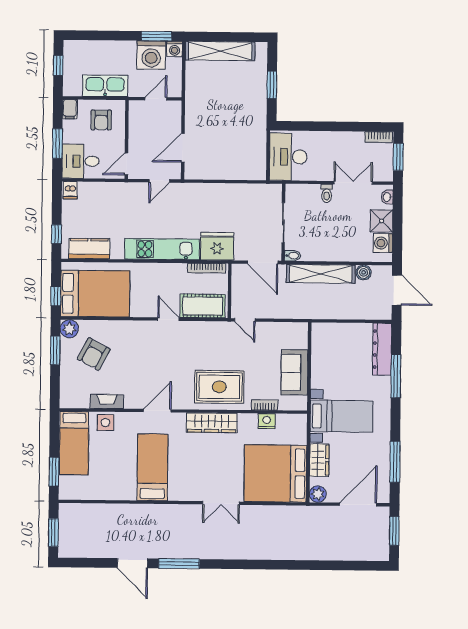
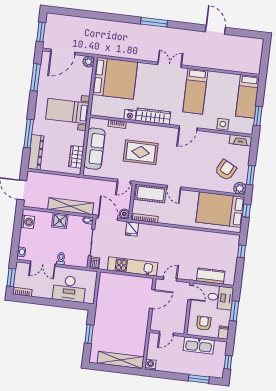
window: (156, 36) -> (199, 379), moved
washing machine: (151, 55) -> (166, 362), removed
desk: (288, 157) -> (69, 289), moved, turned 90
door: (126, 164) -> (190, 293), hinge flipped
dishwasher: (70, 190) -> (95, 263), moved
shower: (382, 221) -> (60, 221), moved
fridge: (217, 246) -> (132, 229), width x0.53, depth x0.75
kitchen counter: (89, 249) -> (211, 276), moved, turned 180
kitchen unit: (162, 249) -> (133, 266), moved, turned 180
boiler: (364, 272) -> (124, 214), moved
door: (245, 320) -> (124, 181), swing flipped
sofa: (294, 372) -> (94, 149), width x1.36
rug: (219, 387) -> (141, 152), moved
fireplace: (107, 401) -> (241, 140), moved
nightstand: (267, 421) -> (130, 115), moved
bed: (74, 443) -> (247, 96), moved, turned 180
wardrobe: (319, 460) -> (76, 157), moved
window: (54, 472) -> (258, 116), moved
double door: (221, 503) -> (170, 65), moved
window: (53, 533) -> (265, 56), removed
window: (179, 564) -> (154, 22), moved

